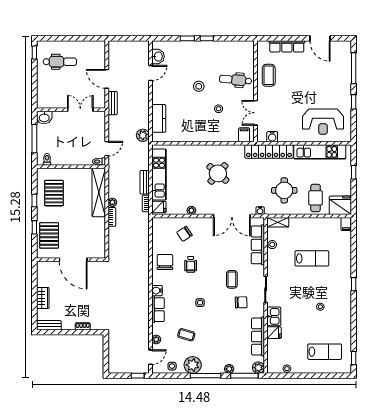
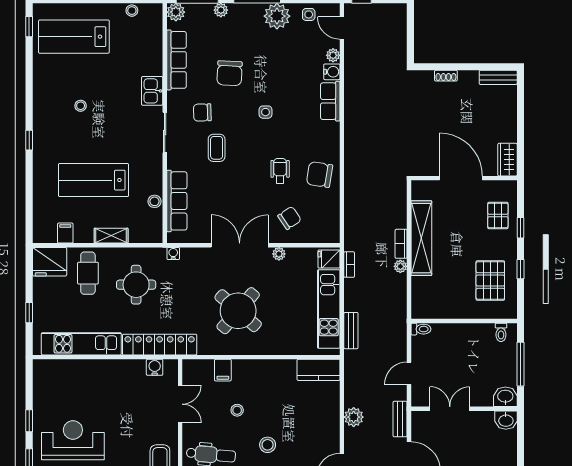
washbasin: (44, 102) -> (506, 420), added
double door: (80, 110) -> (450, 409), swing flipped
kitchen counter: (159, 118) -> (318, 370), moved, turned -90
reception desk: (323, 122) -> (73, 440), moved
plant: (143, 135) -> (354, 417), moved
filing cabinet: (244, 135) -> (223, 370), moved
door: (107, 149) -> (409, 373), moved
round table: (218, 173) -> (238, 311), width x1.36, depth x1.36
bench: (145, 182) -> (351, 331), moved
shelving: (99, 193) -> (421, 238), moved
double door: (232, 216) -> (240, 245), moved
shelving: (278, 222) -> (111, 236), moved
filing cabinet: (346, 224) -> (65, 233), moved
pallet: (49, 235) -> (498, 215), width x0.67, depth x0.71
lab bench: (312, 258) -> (94, 180), width x1.36, depth x1.39
chair: (165, 262) -> (320, 174), turned 99
water cooler: (157, 291) -> (332, 72), moved
wardrobe: (43, 298) -> (507, 160), moved
chair: (223, 328) -> (230, 73), added
fridge: (274, 333) -> (152, 66), removed
coffee table: (186, 335) -> (287, 63), removed
lab bench: (325, 352) -> (74, 37), width x1.36, depth x1.39
door: (150, 357) -> (342, 28), hinge flipped

